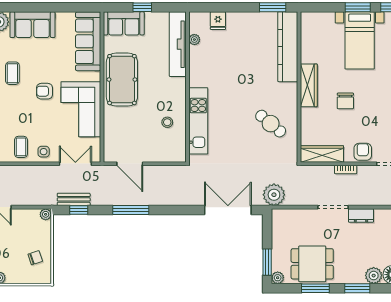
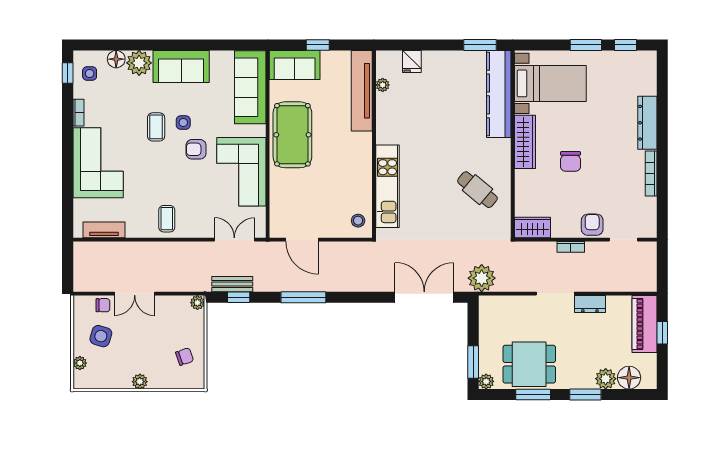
bed with nightstands: (360, 40) -> (550, 83), moved, turned -90
stool: (167, 122) -> (358, 221), moved
side table: (44, 152) -> (183, 123), moved
wardrobe: (322, 154) -> (532, 227), width x0.67

